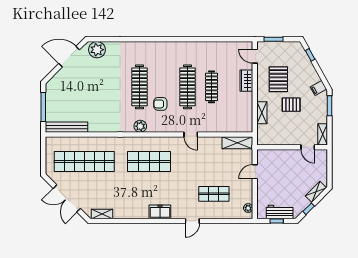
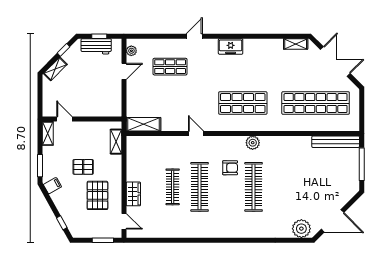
shelving: (262, 113) -> (116, 142), moved
door: (255, 172) -> (124, 71), moved

